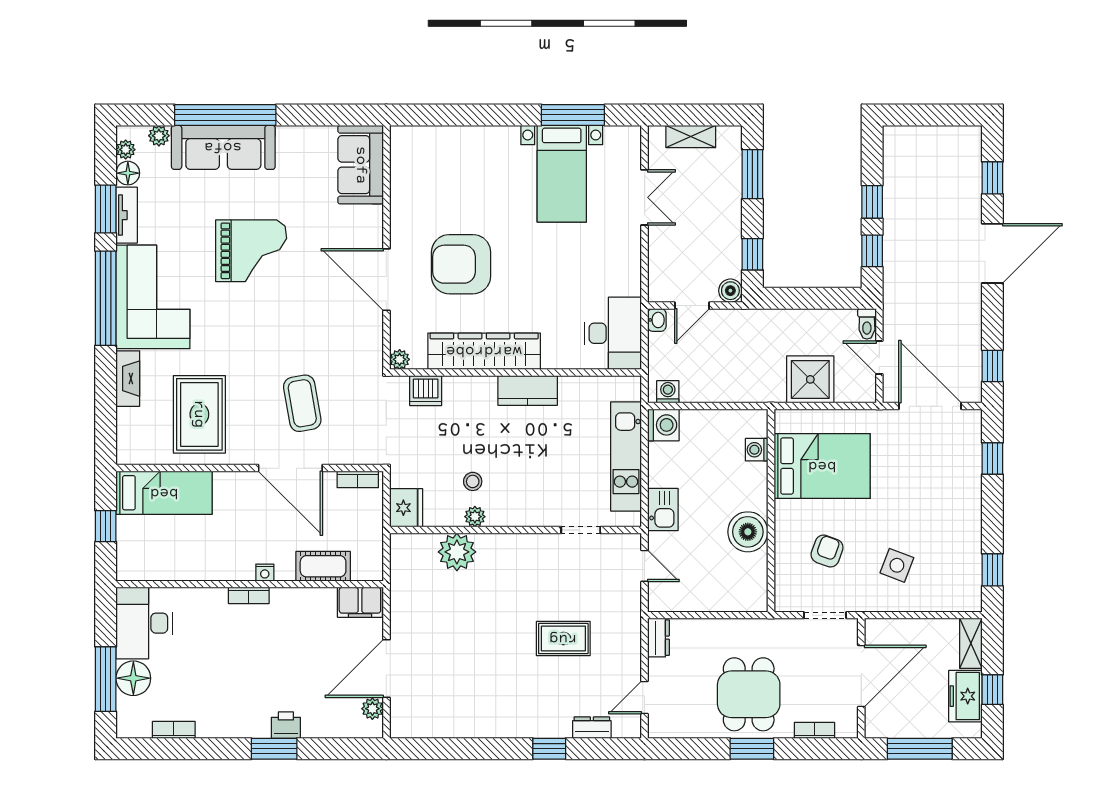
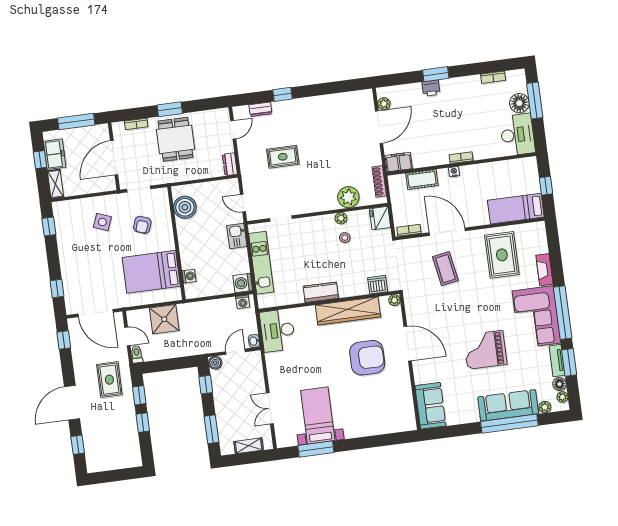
rug: (921, 286) -> (109, 380), added
boiler: (748, 532) -> (185, 207), moved
shoe rack: (399, 573) -> (379, 181), added

